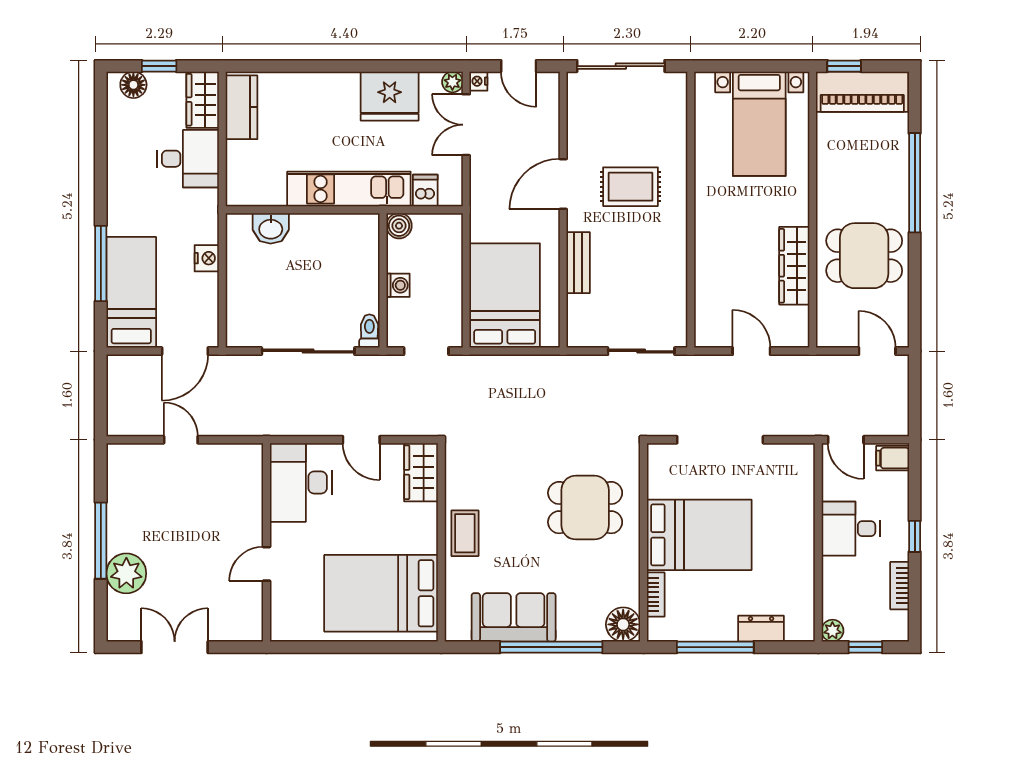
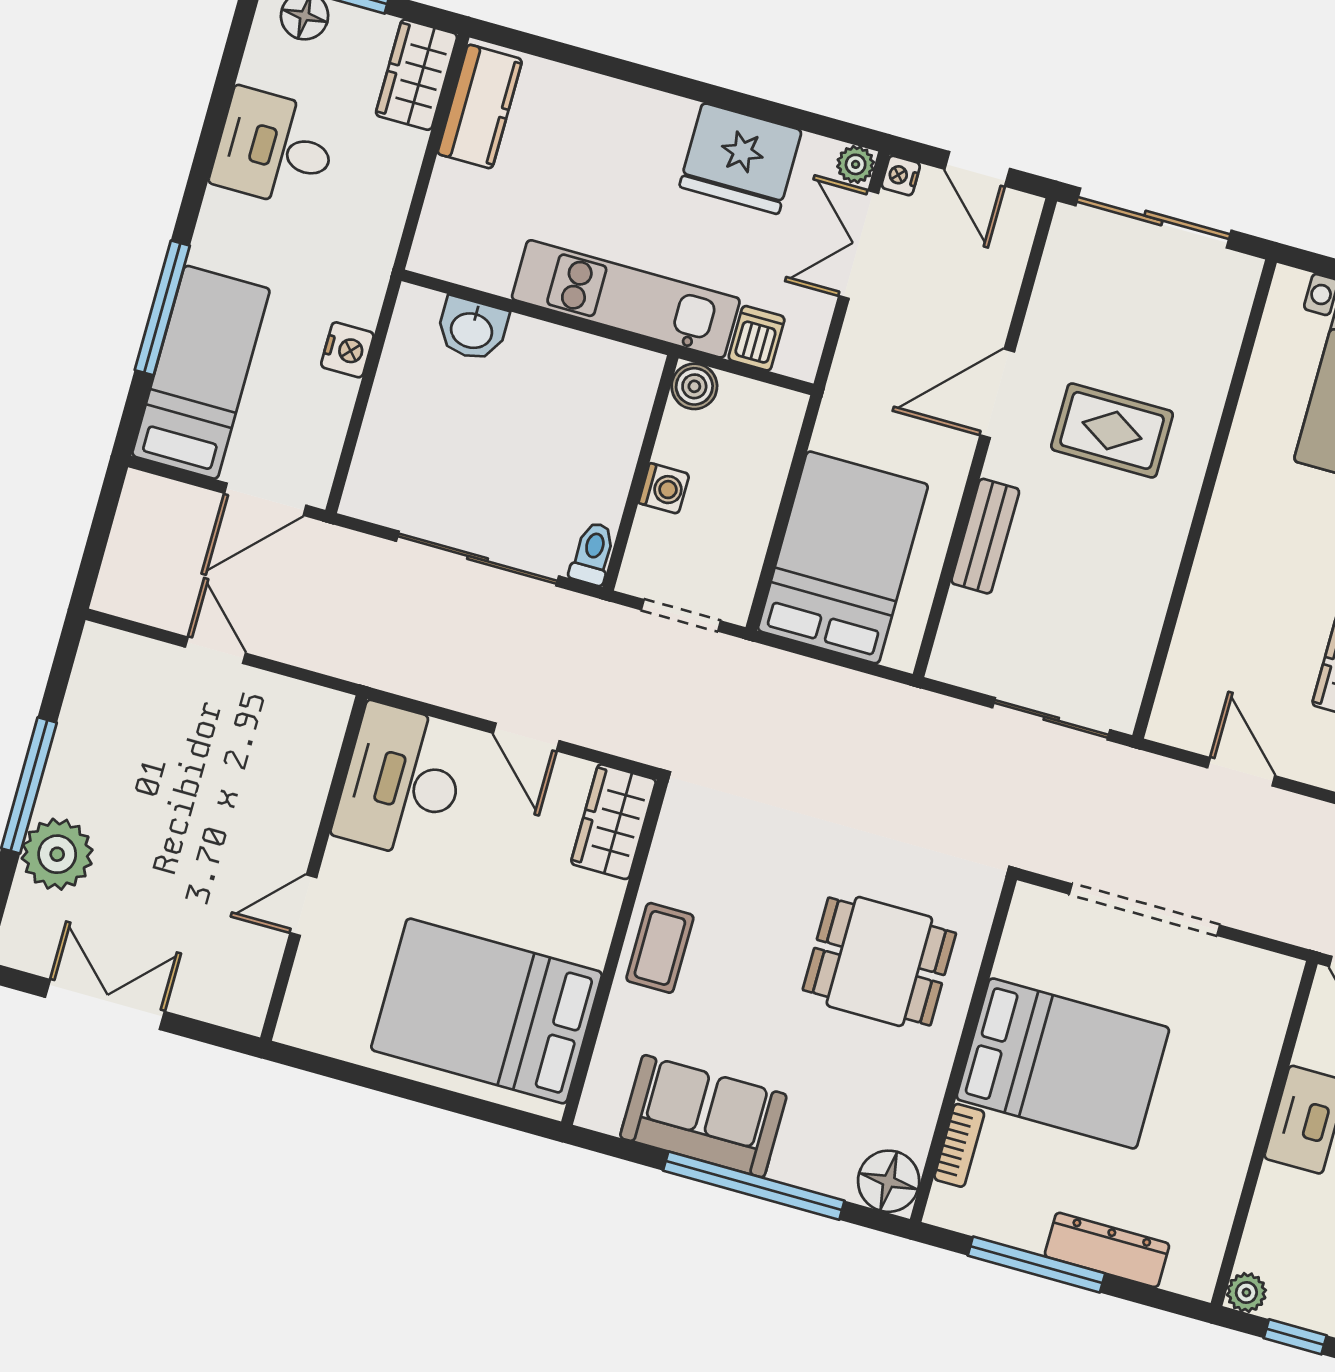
desk: (188, 159) -> (275, 148), moved, turned 180
dresser: (761, 629) -> (1107, 1250), width x1.44

